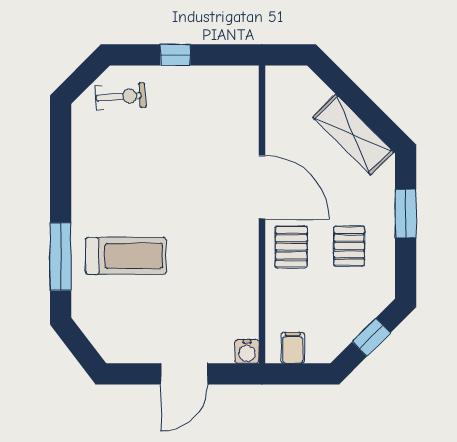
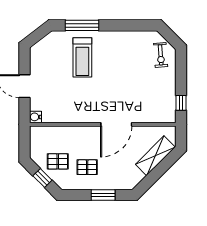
window: (175, 55) -> (181, 103), moved
shelving: (353, 135) -> (155, 156), moved
pallet: (291, 247) -> (58, 161), moved
filing cabinet: (293, 348) -> (37, 139), removed

